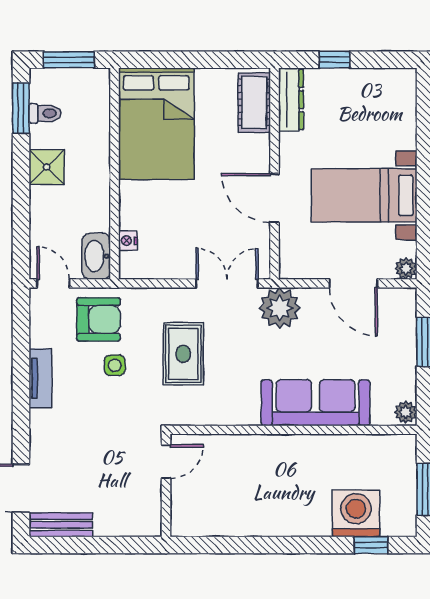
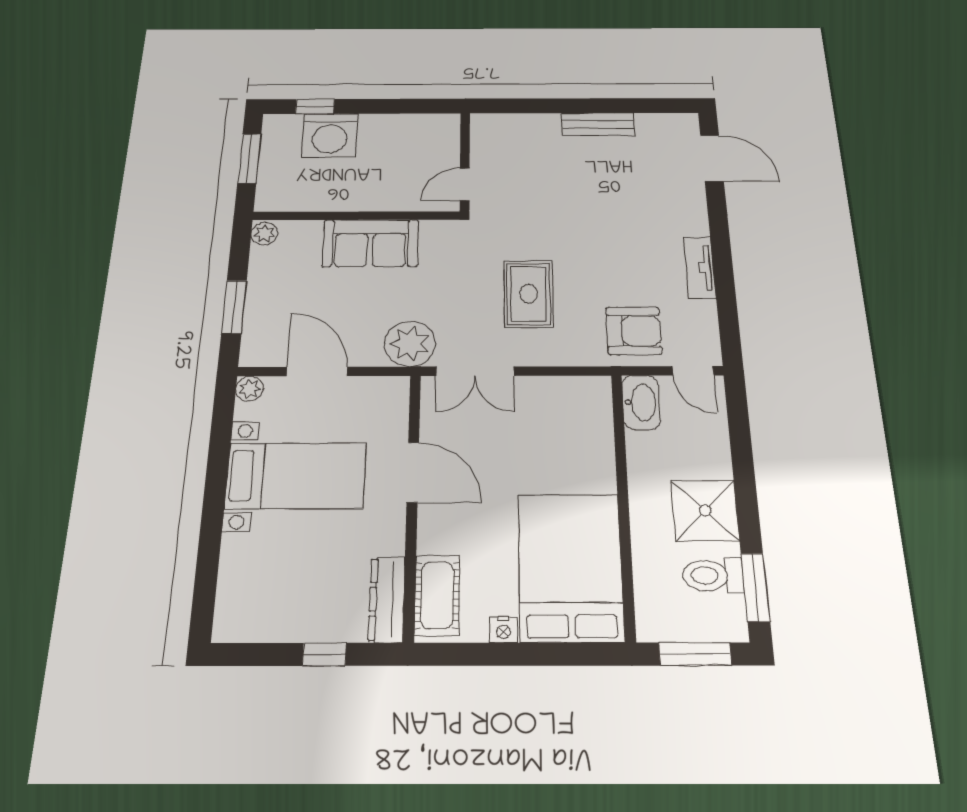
toilet: (45, 113) -> (713, 575), width x1.37, depth x1.39
shower: (47, 167) -> (705, 510), width x1.36, depth x1.36
nightstand: (128, 241) -> (503, 630), moved, turned 90
armchair: (98, 319) -> (634, 331), turned 180
side table: (115, 365) -> (611, 281), removed
sofa: (315, 403) -> (370, 243), width x0.73
door: (166, 462) -> (465, 184), moved
wall: (166, 485) -> (465, 161), moved
bench: (61, 525) -> (598, 124), moved

